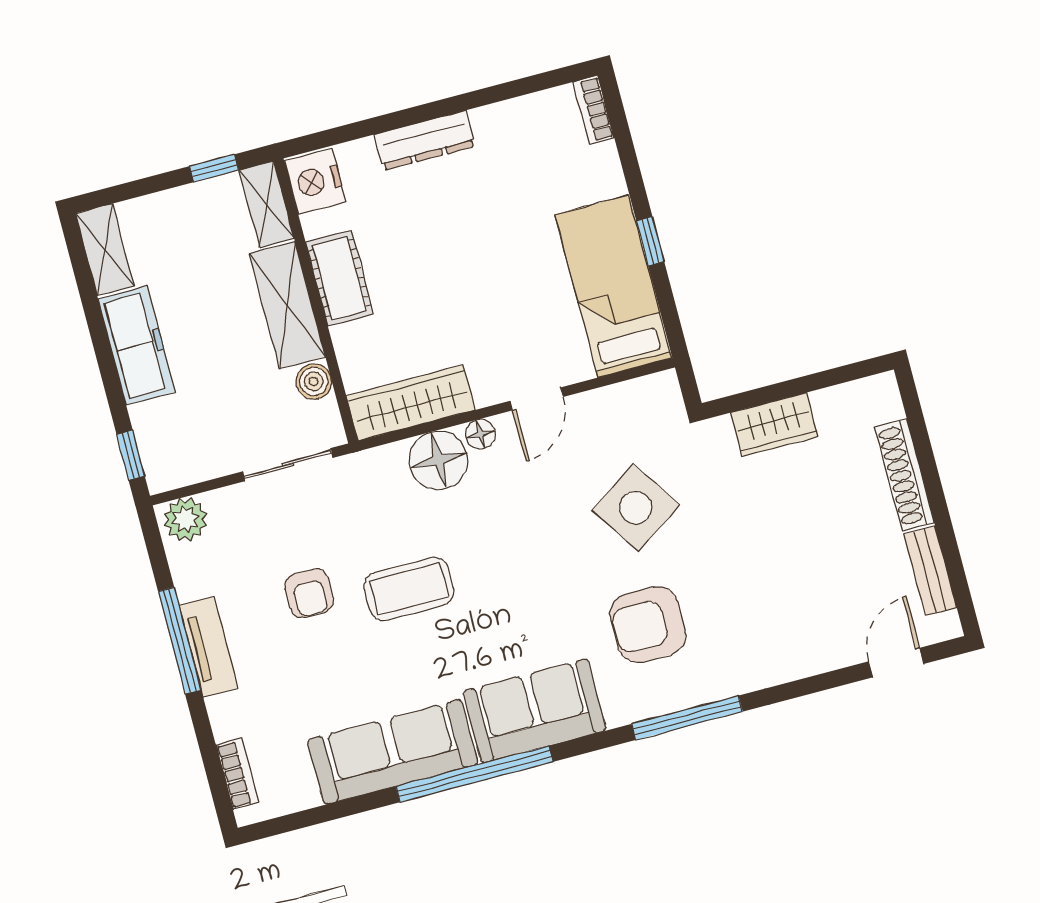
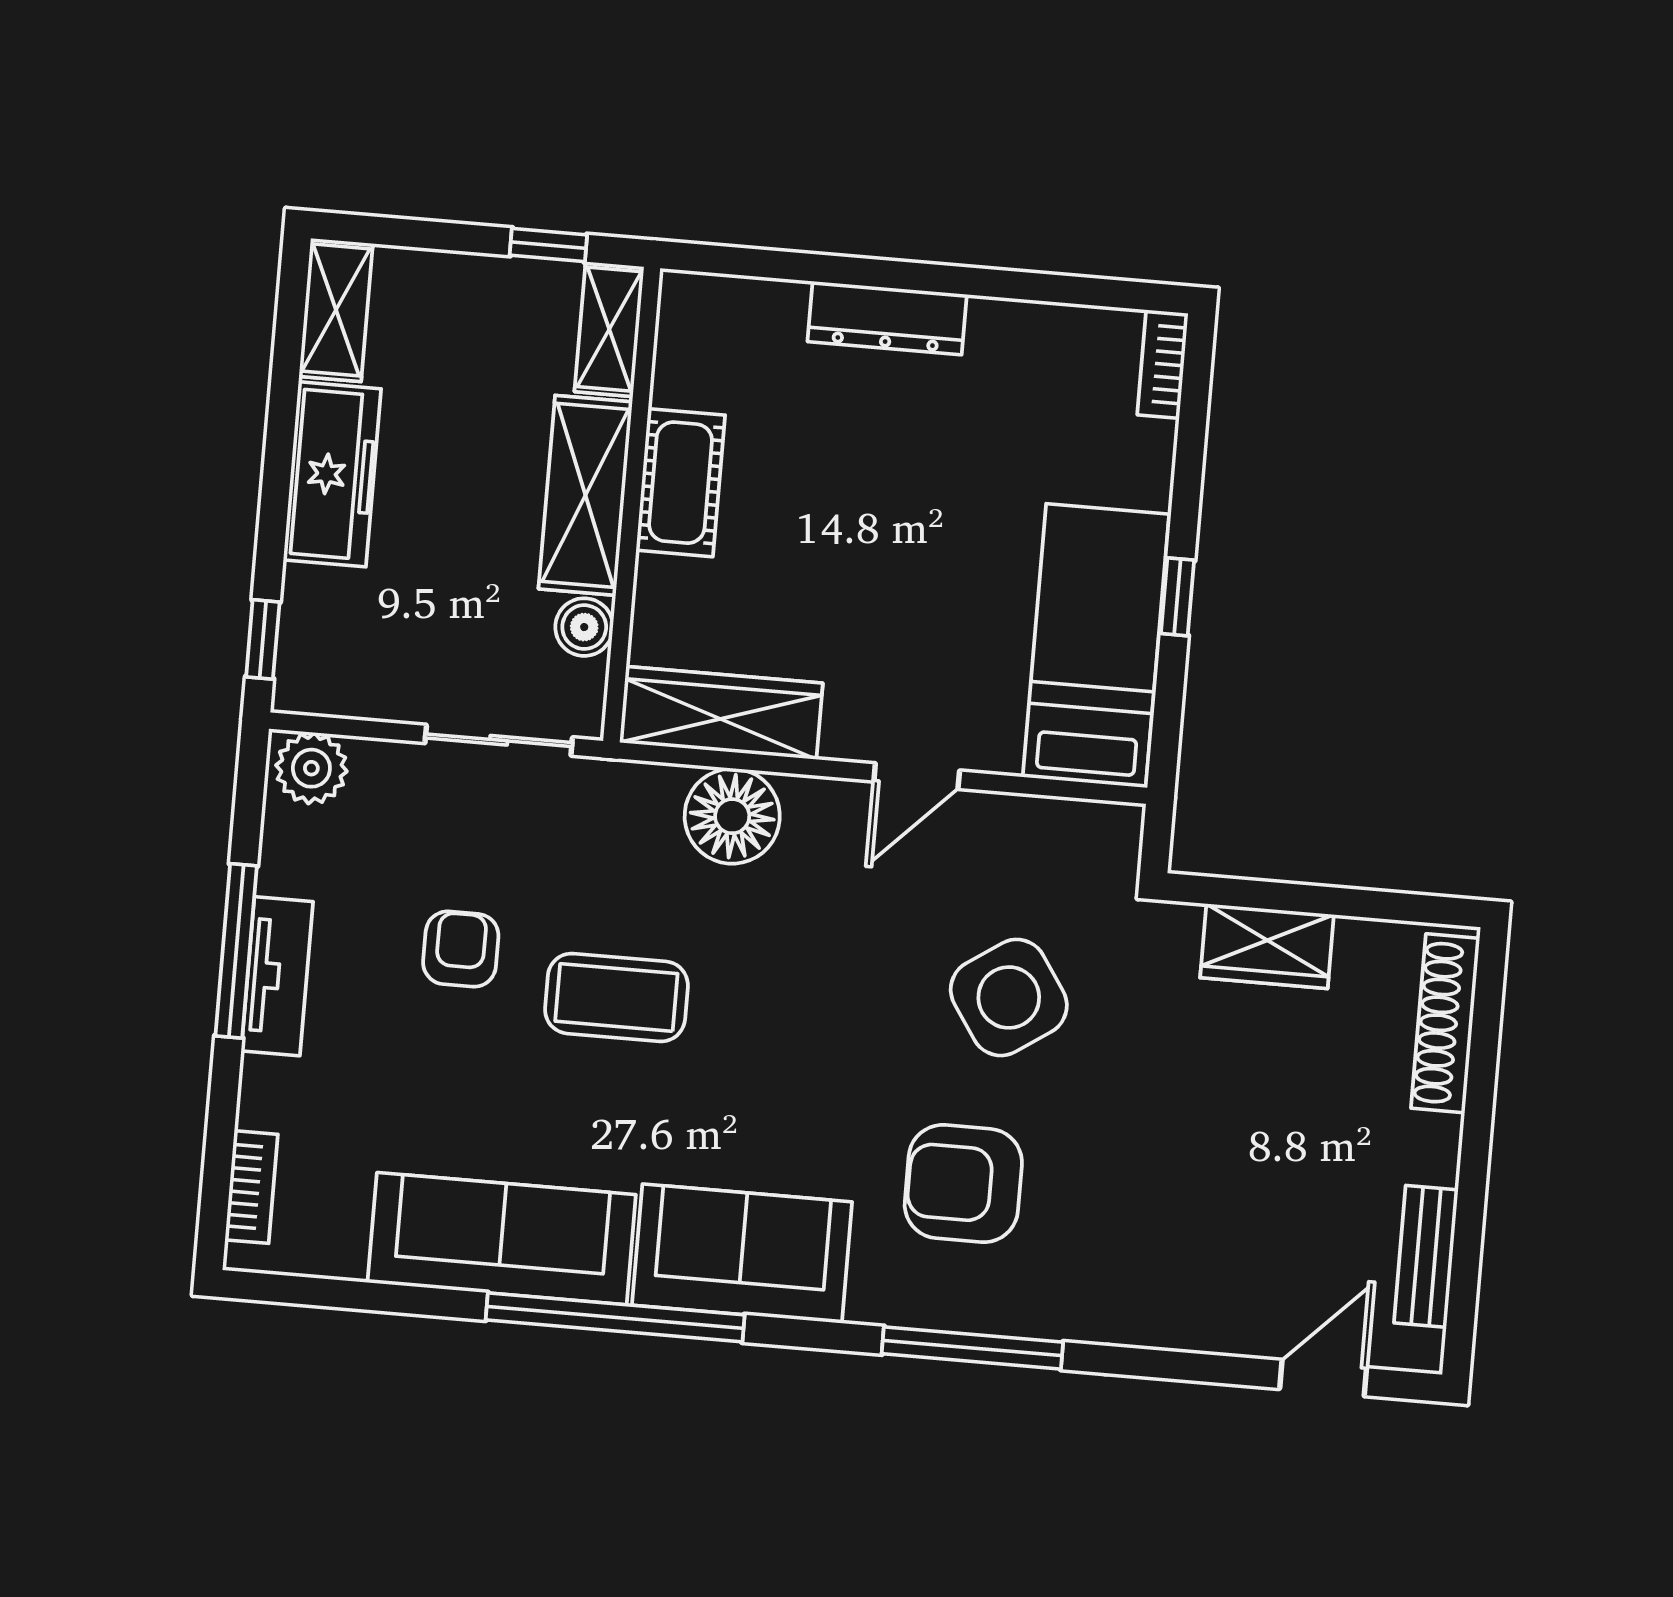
nightstand: (315, 181) -> (696, 321), removed
floor lamp: (481, 434) -> (811, 799), removed
shoe rack: (905, 475) -> (1445, 1023), moved
armchair: (309, 593) -> (461, 949), turned 180

